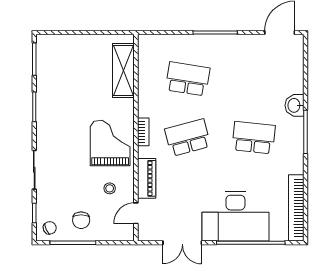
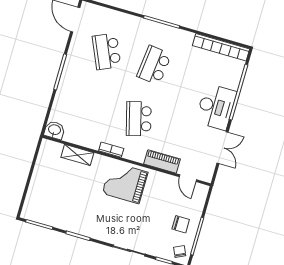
shelving: (123, 71) -> (77, 155), width x0.67, depth x0.75
school desk: (188, 79) -> (107, 51), moved, turned -33
washbasin: (294, 105) -> (54, 130), moved, turned 180
bookcase: (143, 132) -> (111, 150), moved
stool: (110, 188) -> (162, 194), removed
desk: (235, 216) -> (216, 107), width x0.73, depth x0.77

